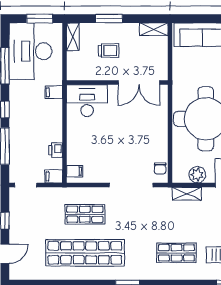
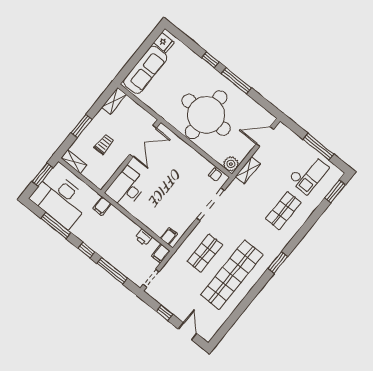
plant: (197, 175) -> (231, 164), moved

